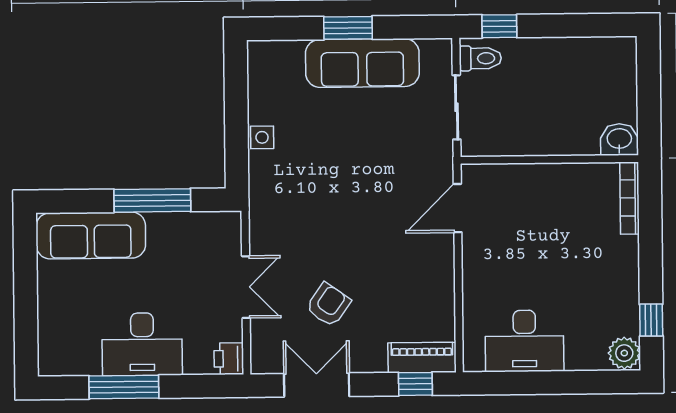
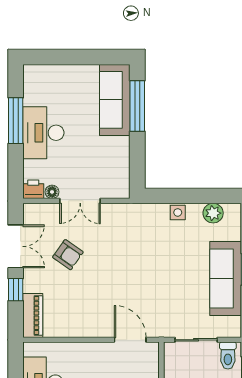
plant: (262, 83) -> (213, 213), added
window: (152, 200) -> (137, 106), moved
floor lamp: (233, 330) -> (52, 192), added
window: (415, 384) -> (16, 290), moved

